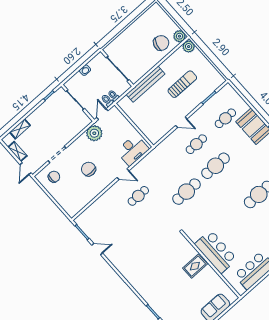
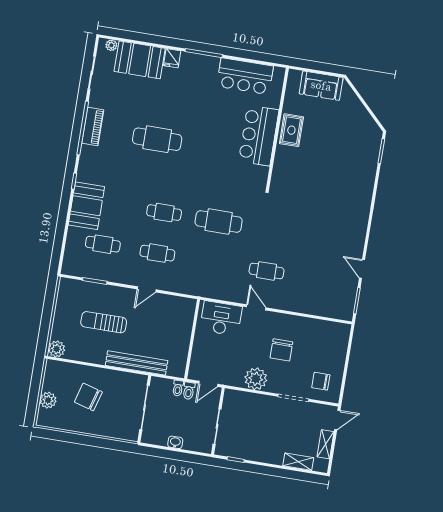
plant: (179, 36) -> (48, 400), moved
chair: (161, 43) -> (88, 397), moved
door: (181, 122) -> (147, 289), swing flipped
plant: (94, 133) -> (256, 379), moved
cafe table: (216, 166) -> (164, 213), width x0.73, depth x0.74
rug: (195, 266) -> (291, 130), moved, turned 90

